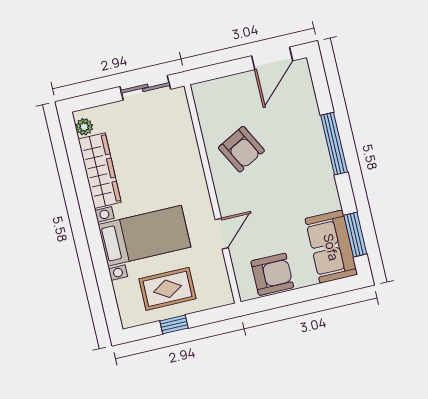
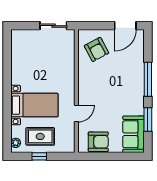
plant: (84, 127) -> (16, 143), moved
armchair: (241, 149) -> (97, 49), moved
wardrobe: (100, 171) -> (18, 64), removed
window: (355, 235) -> (148, 119), moved

